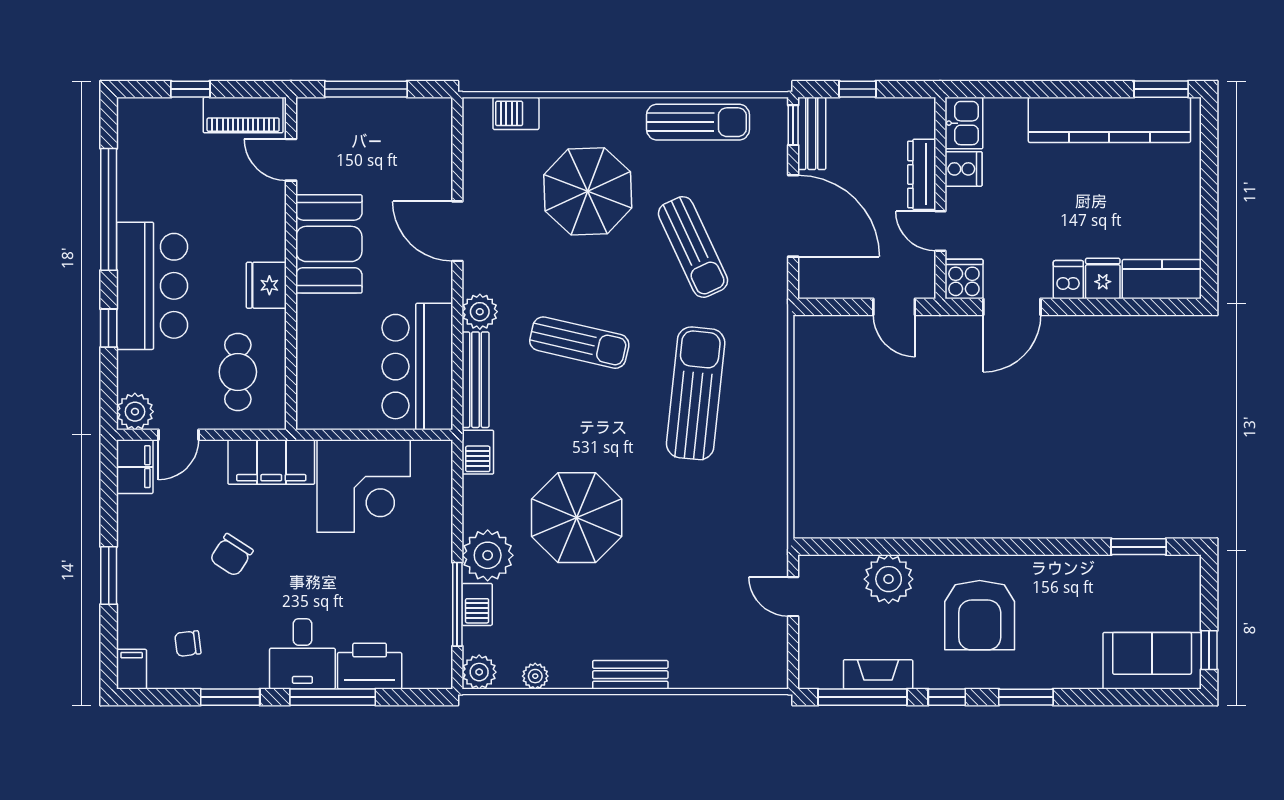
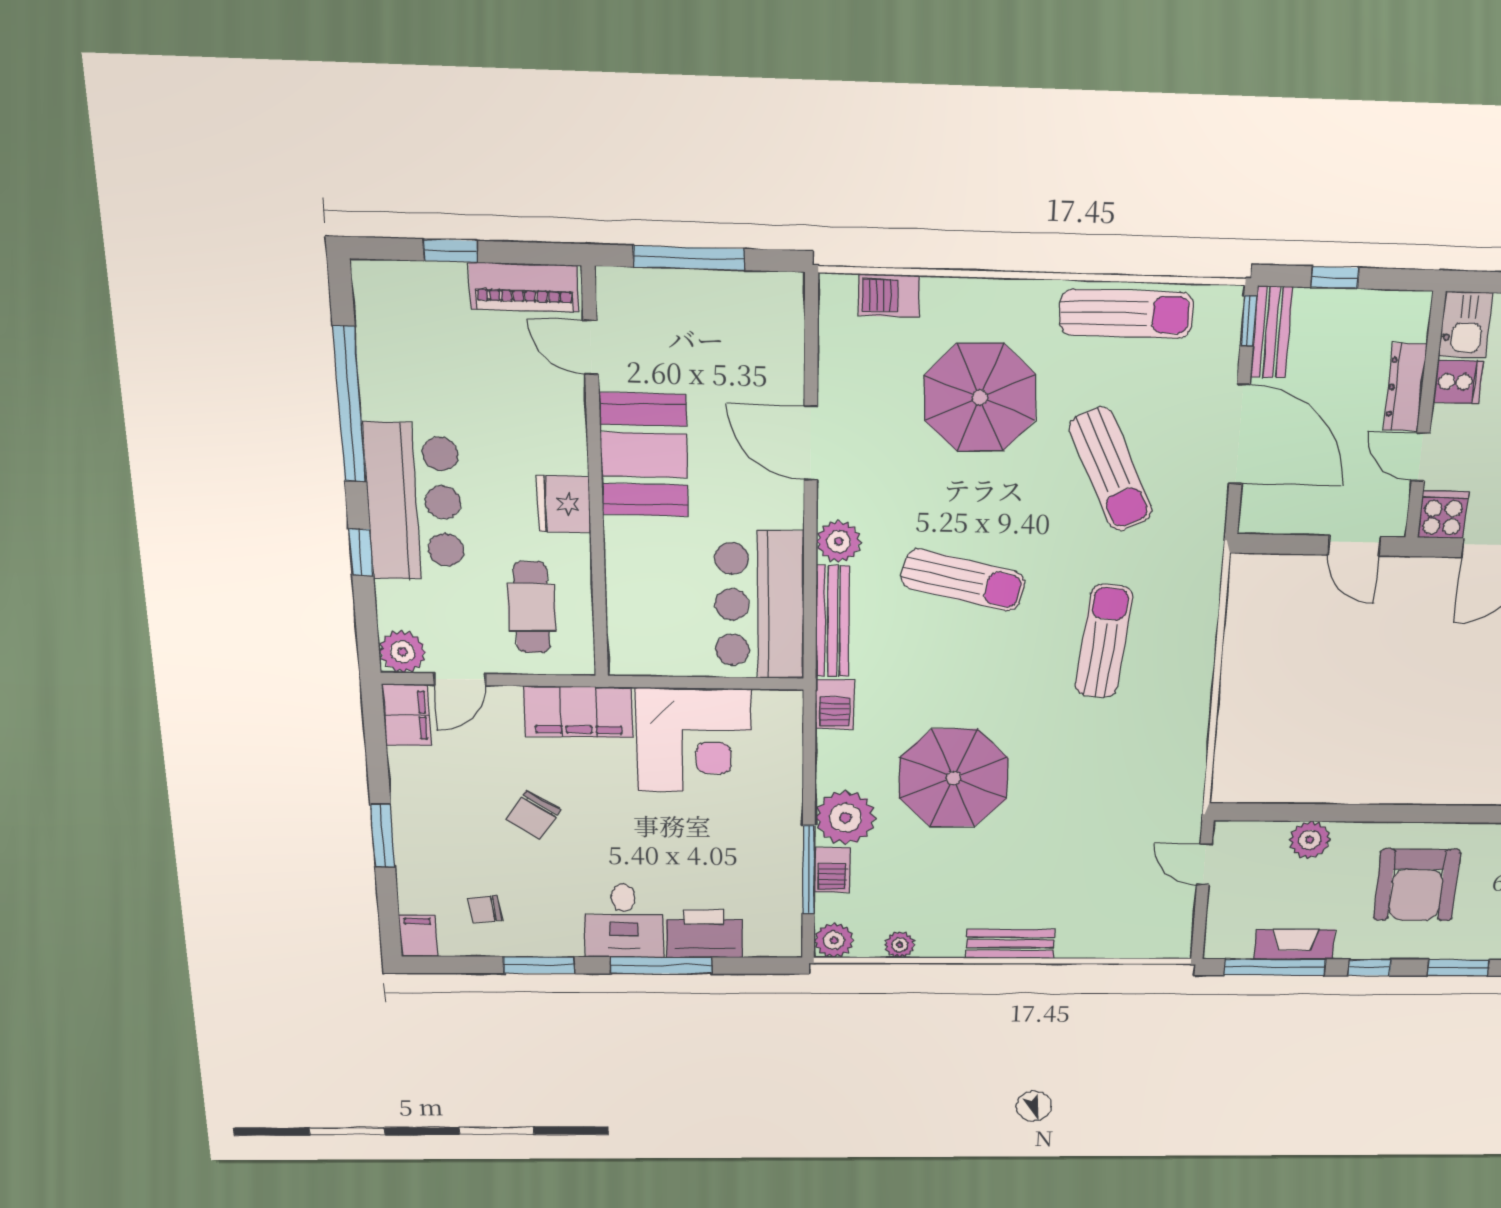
sun lounger: (696, 393) -> (1104, 641), width x0.73, depth x0.75
plant: (889, 579) -> (1310, 840), width x0.73, depth x0.73

